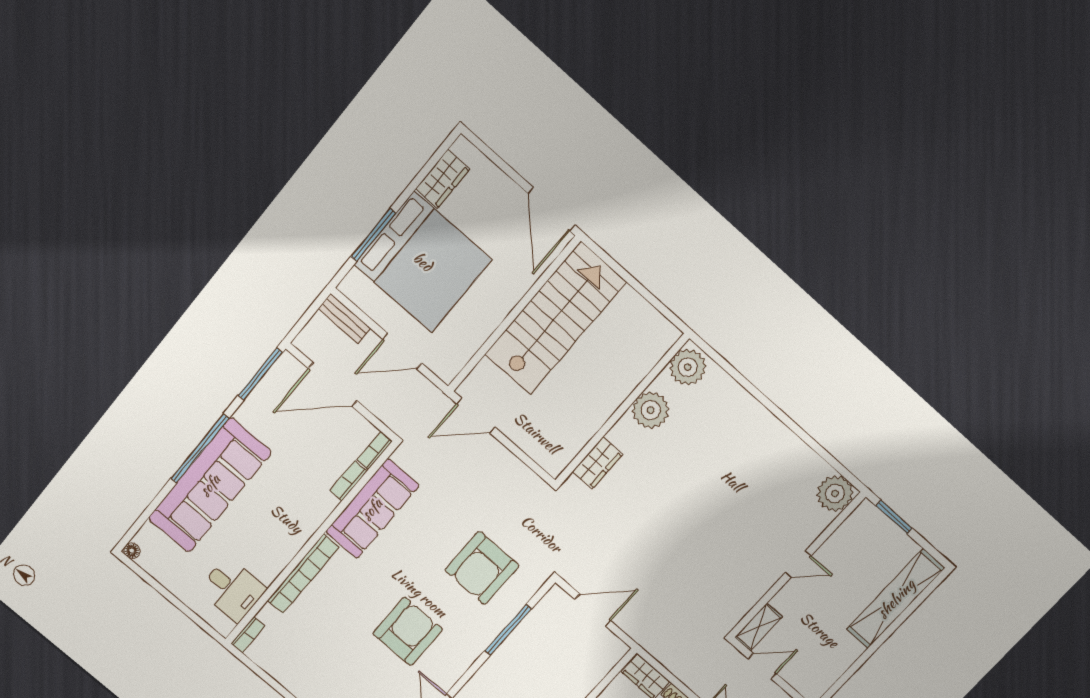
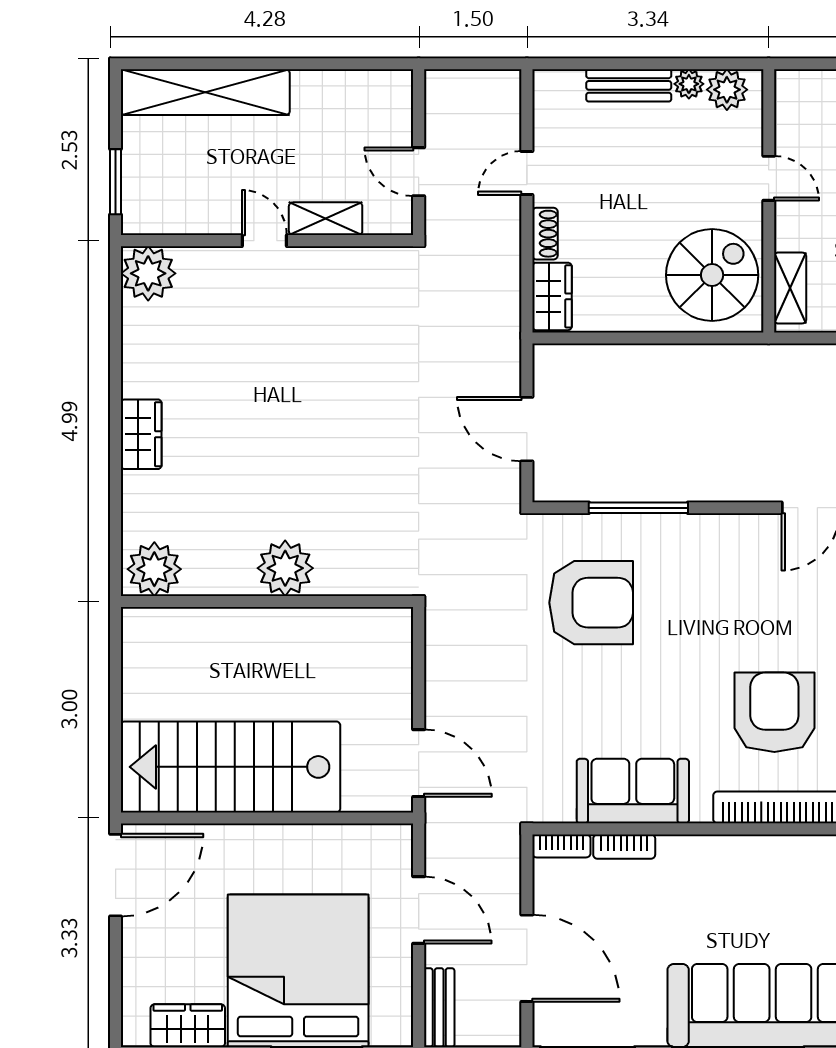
plant: (651, 410) -> (285, 568), moved
wardrobe: (597, 463) -> (141, 434), moved, turned 90
sofa: (372, 509) -> (633, 791), width x0.73
shelving: (759, 627) -> (326, 219), moved
armchair: (408, 631) -> (774, 712), moved, turned 90

